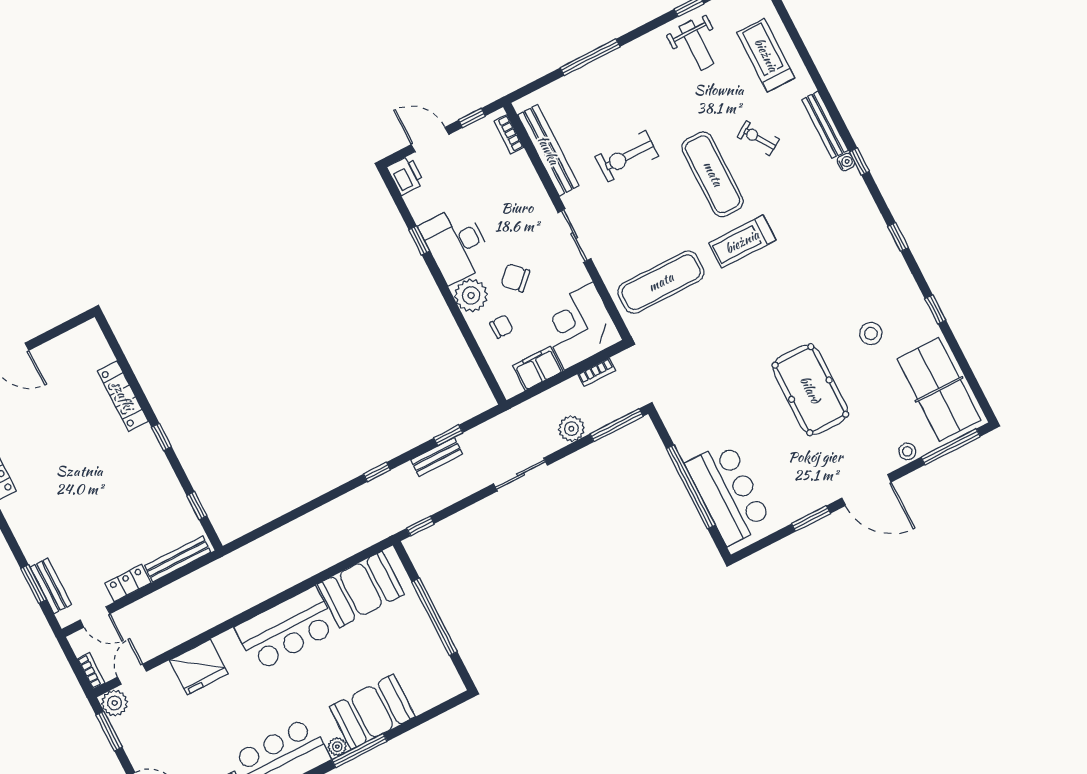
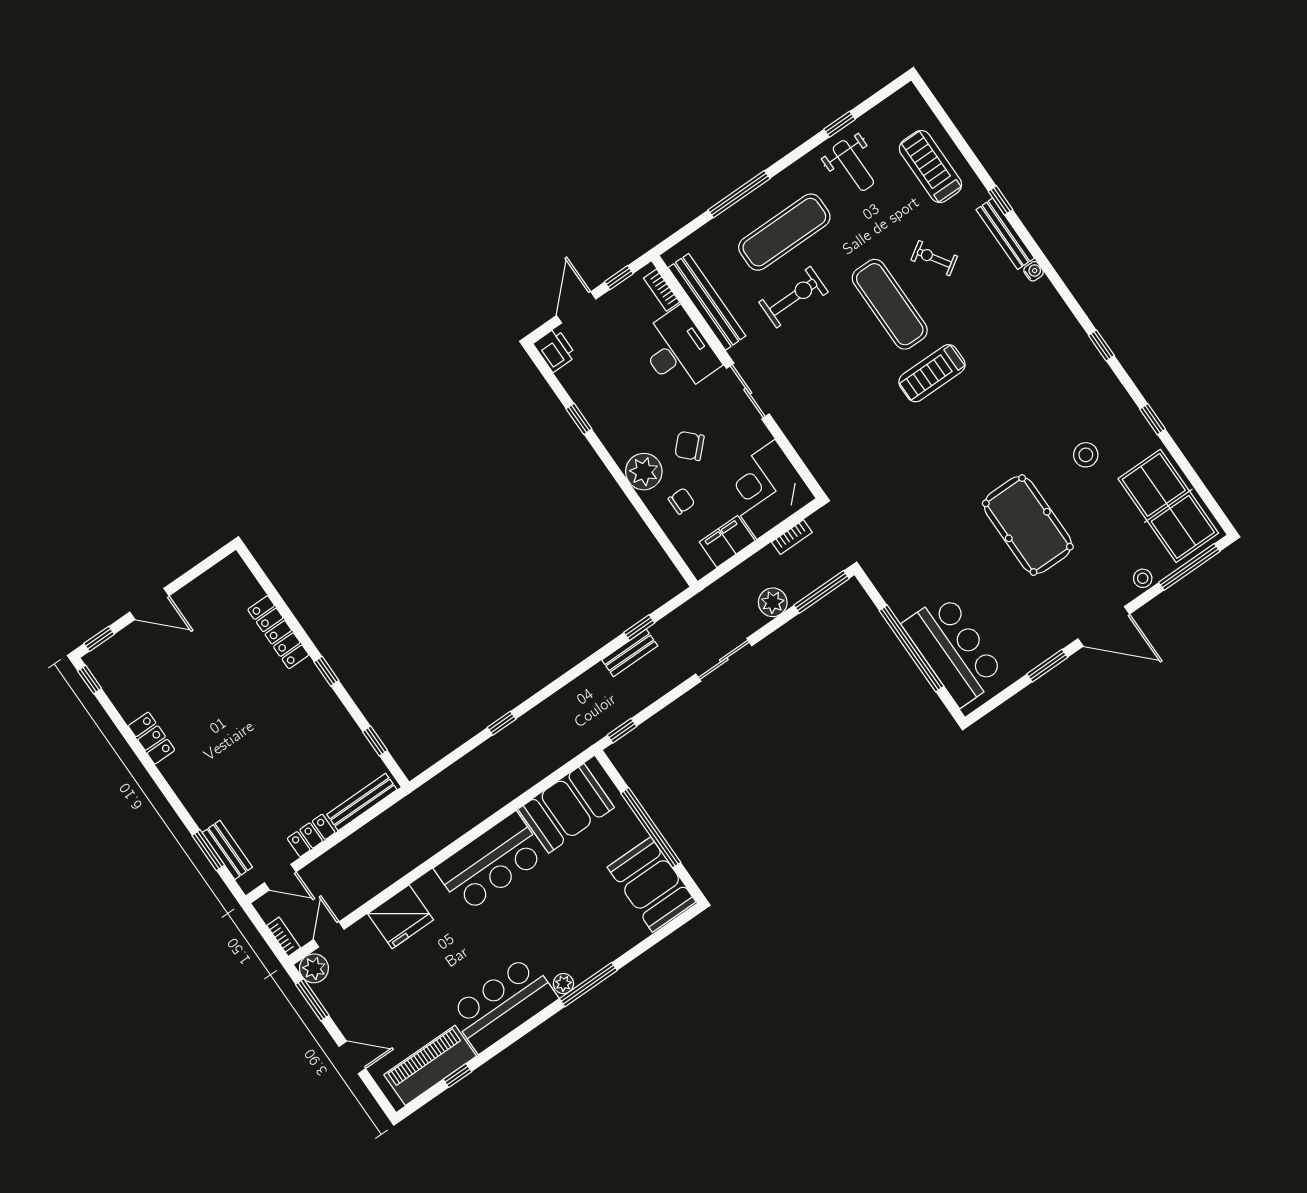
door: (430, 139) -> (576, 307), hinge flipped
exercise bike: (627, 156) -> (794, 297), turned 180
window: (859, 162) -> (1001, 200), moved
desk: (456, 244) -> (678, 351), moved, turned 180
exercise mat: (661, 282) -> (784, 232), moved
window: (377, 472) -> (502, 723), moved
booth: (372, 712) -> (652, 884), moved, turned 90

